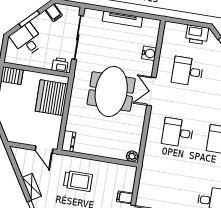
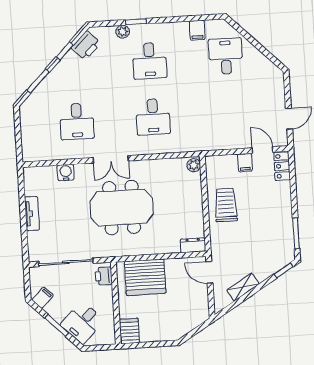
tv unit: (122, 19) -> (32, 214), width x0.71
printer: (197, 35) -> (30, 120), removed
door: (44, 150) -> (209, 272), swing flipped
trolley: (78, 181) -> (226, 205), moved
shelving: (32, 187) -> (243, 287), moved

